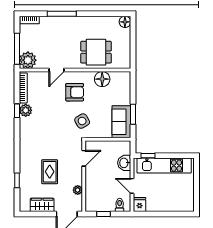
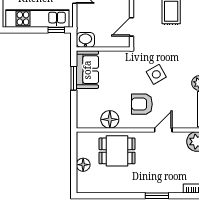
window: (62, 14) -> (157, 196), width x0.69
floor lamp: (125, 22) -> (83, 165), moved
side table: (82, 121) -> (156, 74), moved
washbasin: (124, 163) -> (85, 40), moved, turned -90

